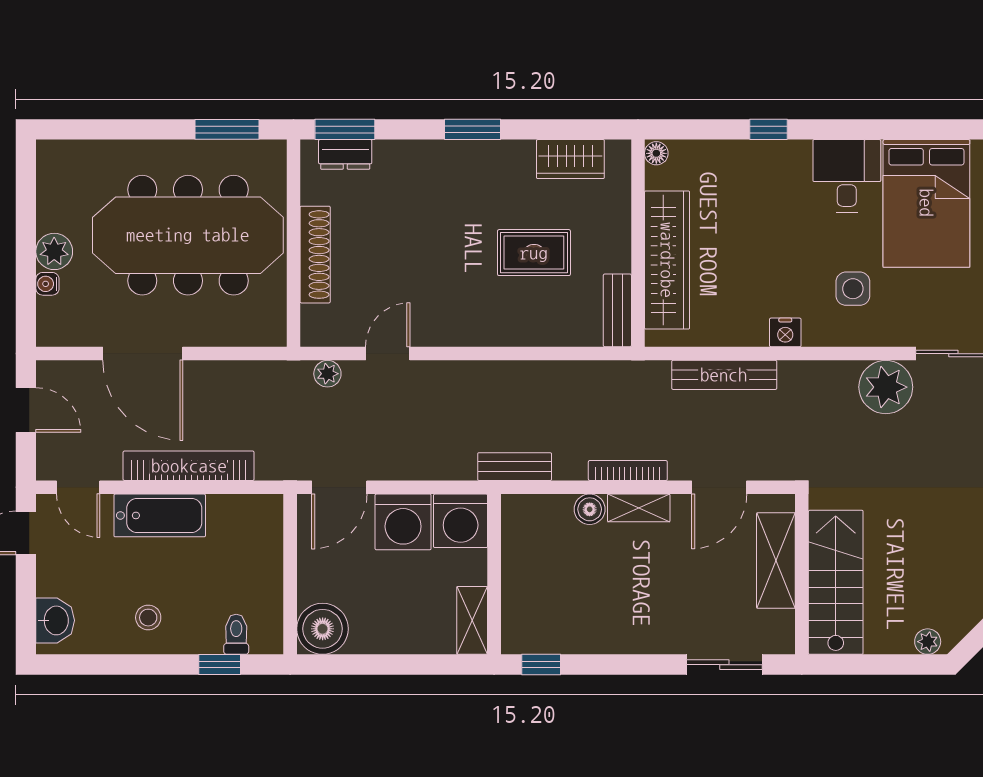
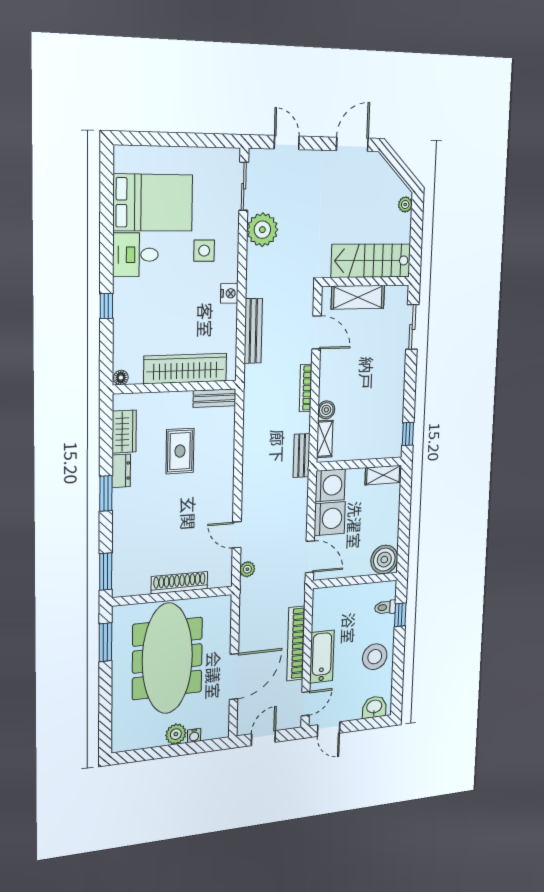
dresser: (345, 154) -> (121, 471), moved
shelving: (639, 508) -> (325, 439), moved
stool: (148, 618) -> (375, 657), width x1.89, depth x1.89

